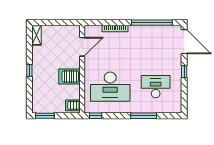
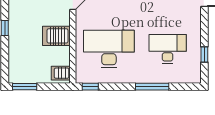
window: (184, 72) -> (204, 55), moved
desk: (110, 87) -> (109, 49), turned 180

